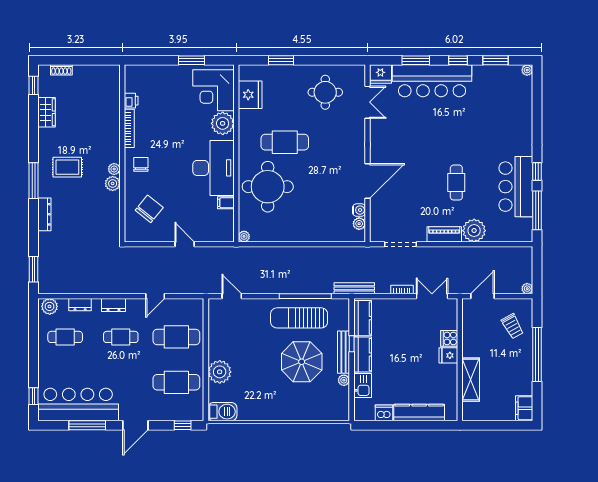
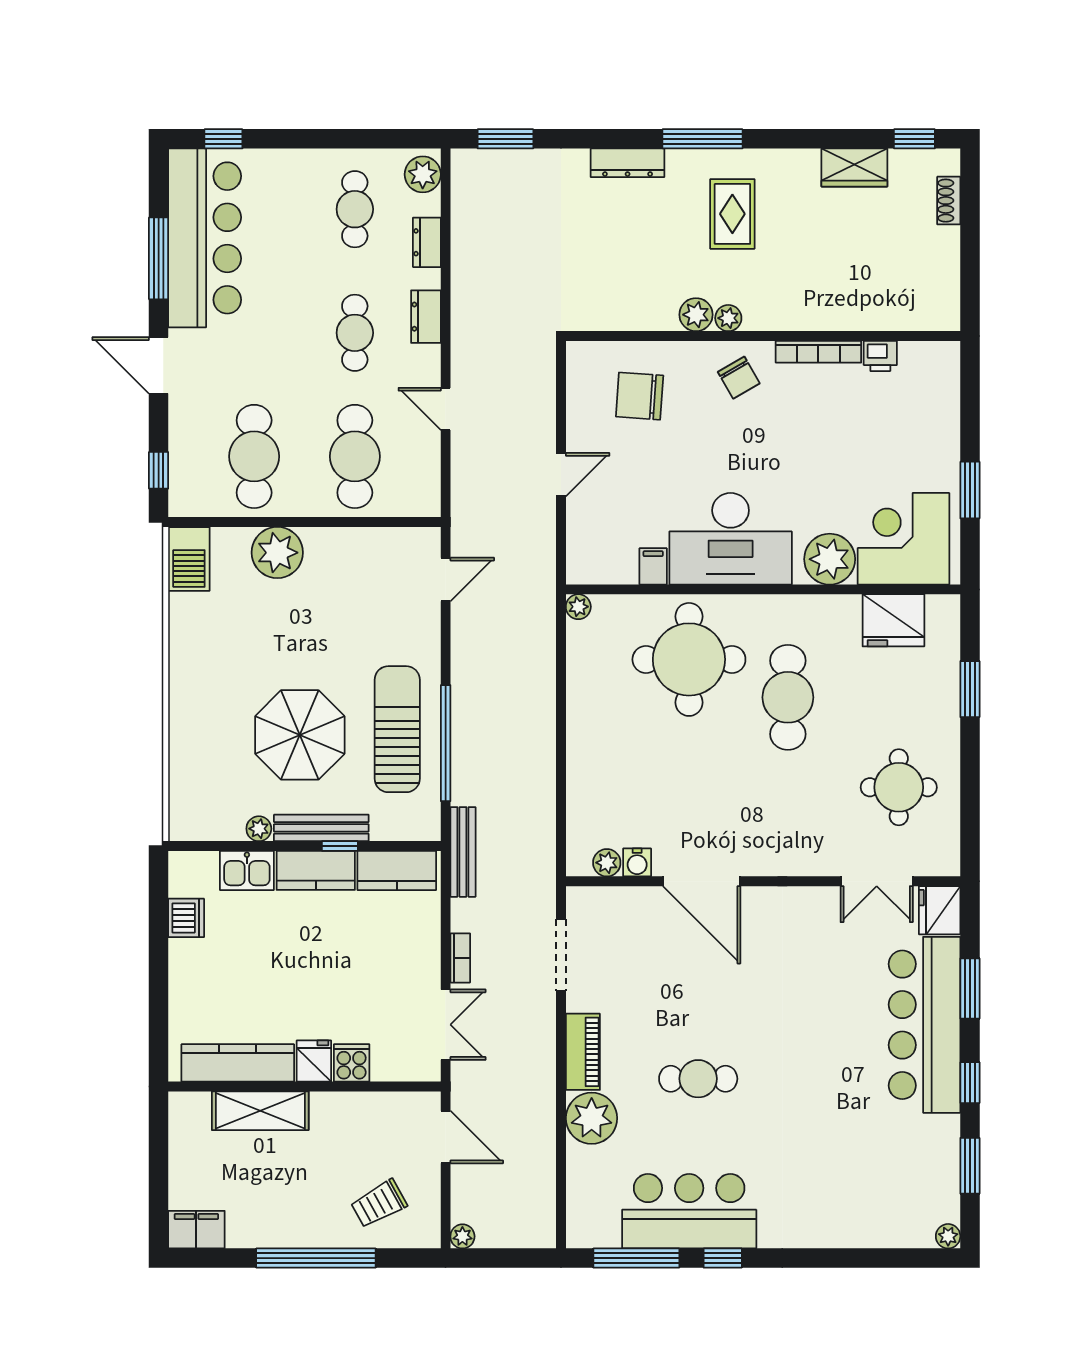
chair: (141, 164) -> (739, 378), turned 60
chair: (149, 209) -> (640, 396), turned 145
kitchen counter: (419, 413) -> (238, 1063), moved, turned -90

